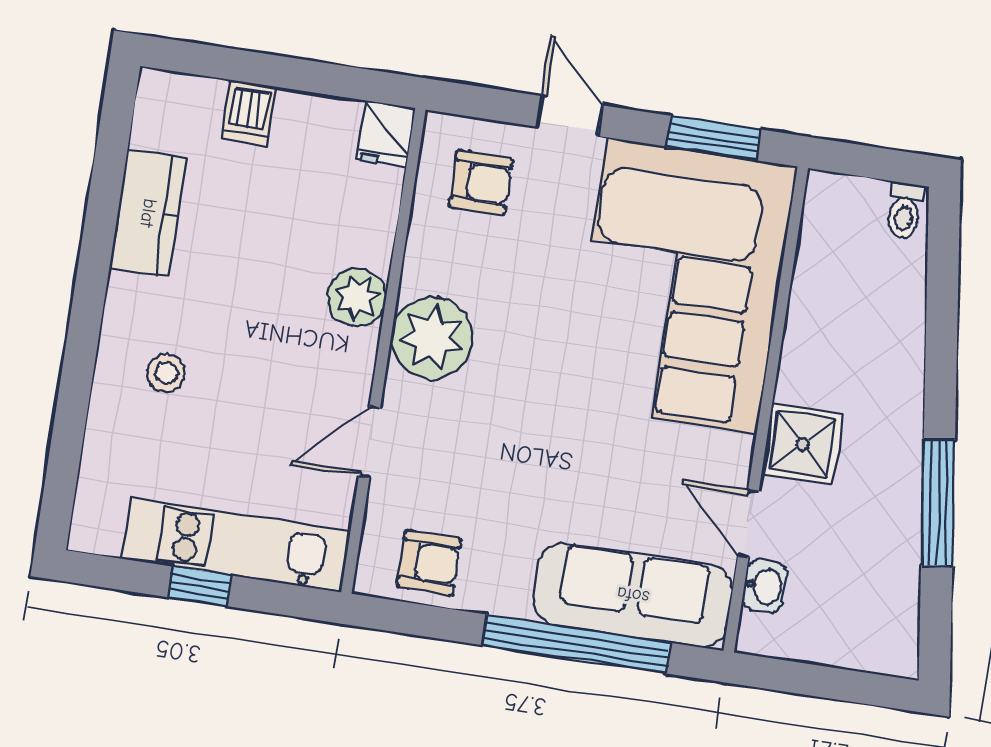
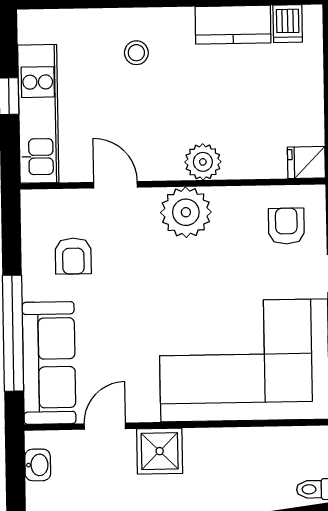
dishwasher: (249, 113) -> (288, 24), moved, turned -90
armchair: (481, 183) -> (286, 226), turned 180
armchair: (429, 563) -> (73, 256), moved
washbasin: (765, 586) -> (38, 465), moved, turned -90

